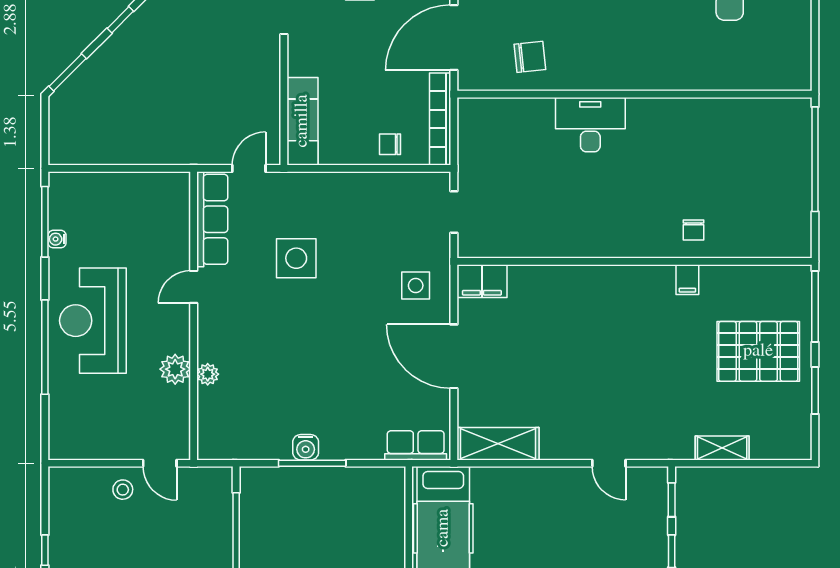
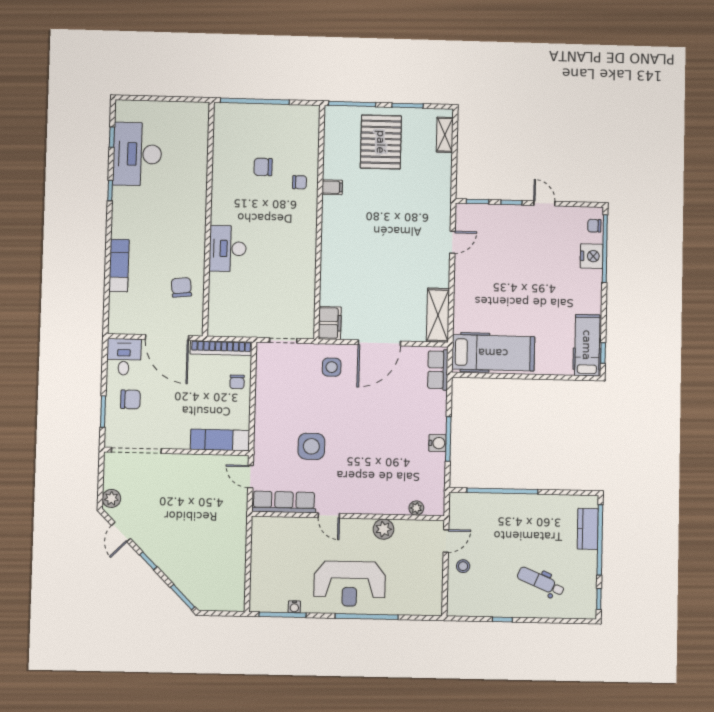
chair: (715, 174) -> (263, 167), added
plant: (208, 374) -> (416, 508), moved
shelving: (722, 448) -> (445, 135), moved

